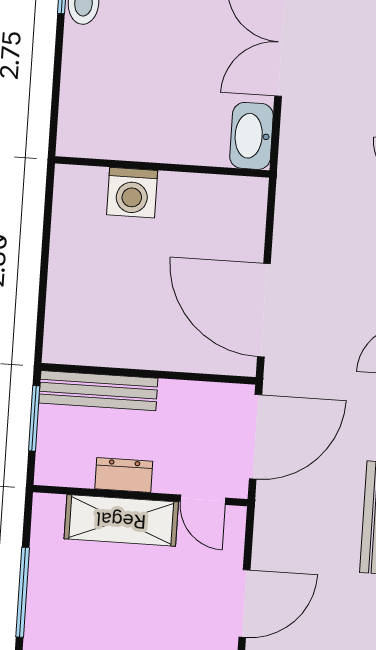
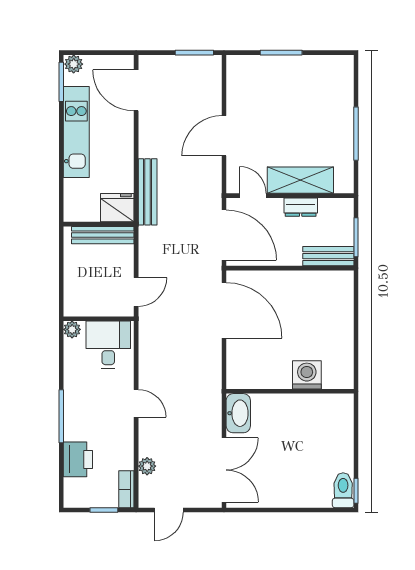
bench: (98, 391) -> (328, 256), width x0.73
door: (256, 437) -> (224, 235), swing flipped

